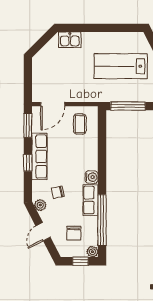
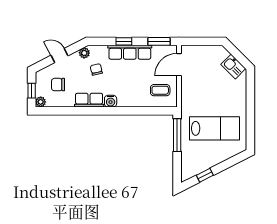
kitchen sink: (70, 40) -> (233, 66), moved, turned -45
lab bench: (121, 66) -> (214, 128), turned 90
door: (53, 104) -> (179, 65), hinge flipped
window: (102, 220) -> (70, 111), removed

